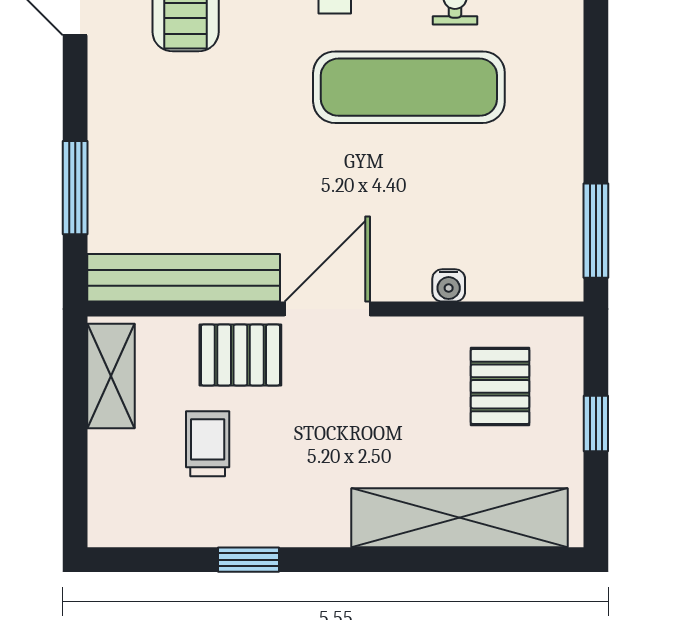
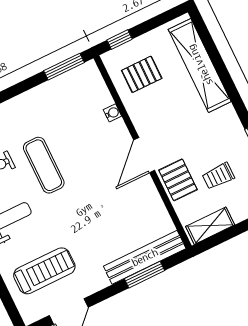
exercise mat: (409, 87) -> (44, 165), width x0.73, depth x0.69
bench: (184, 278) -> (145, 257), moved, turned 90
door: (327, 309) -> (144, 155), hinge flipped
window: (596, 423) -> (120, 40), moved

